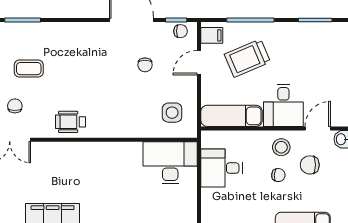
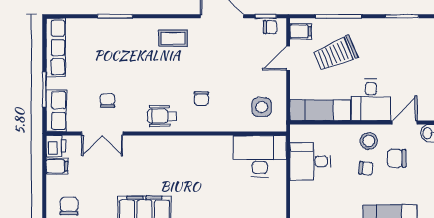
chair: (145, 65) -> (201, 99), moved
coffee table: (29, 69) -> (173, 38), moved

